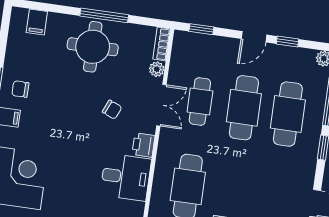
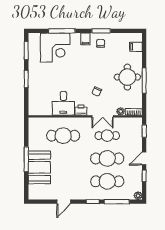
door: (254, 37) -> (144, 158), hinge flipped

